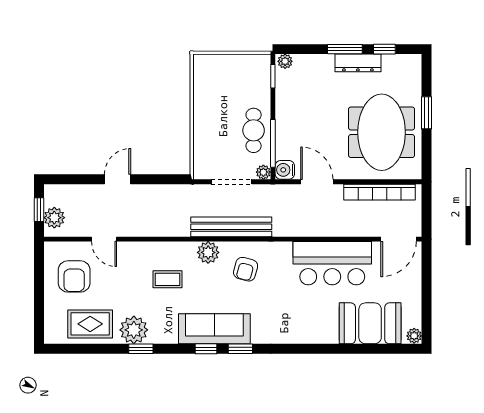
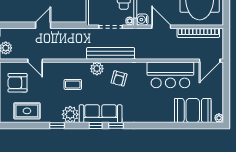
armchair: (74, 276) -> (17, 83), turned 90
plant: (134, 330) -> (70, 114), moved

